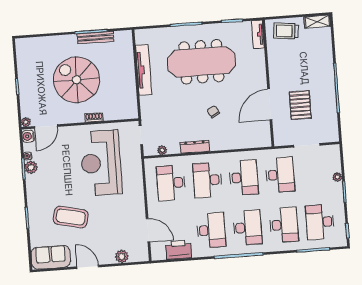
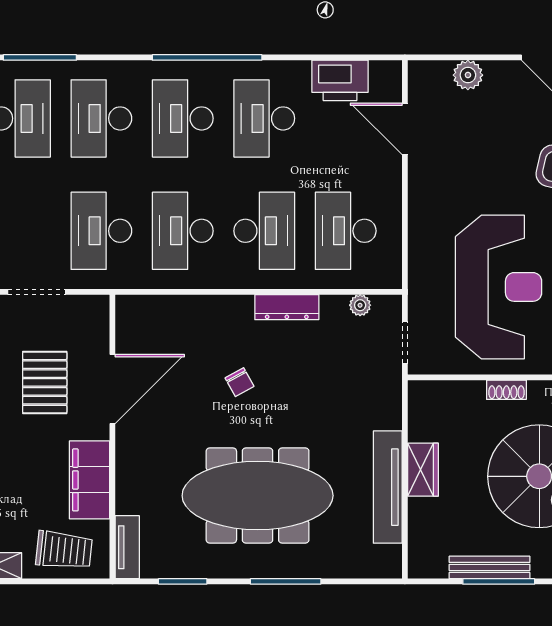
filing cabinet: (277, 63) -> (90, 480), added
wardrobe: (129, 79) -> (423, 470), added
desk: (171, 183) -> (346, 231), turned 180

